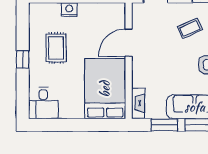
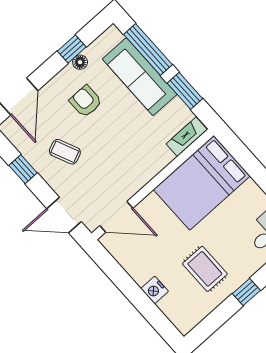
door: (129, 43) -> (116, 217), moved
rug: (56, 48) -> (205, 269), turned 90

